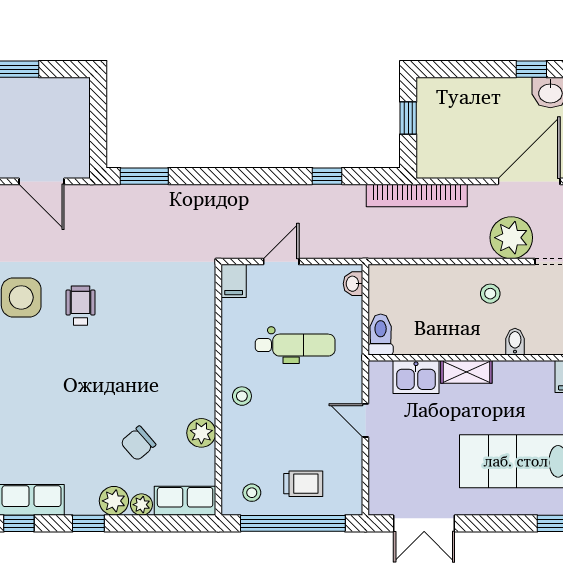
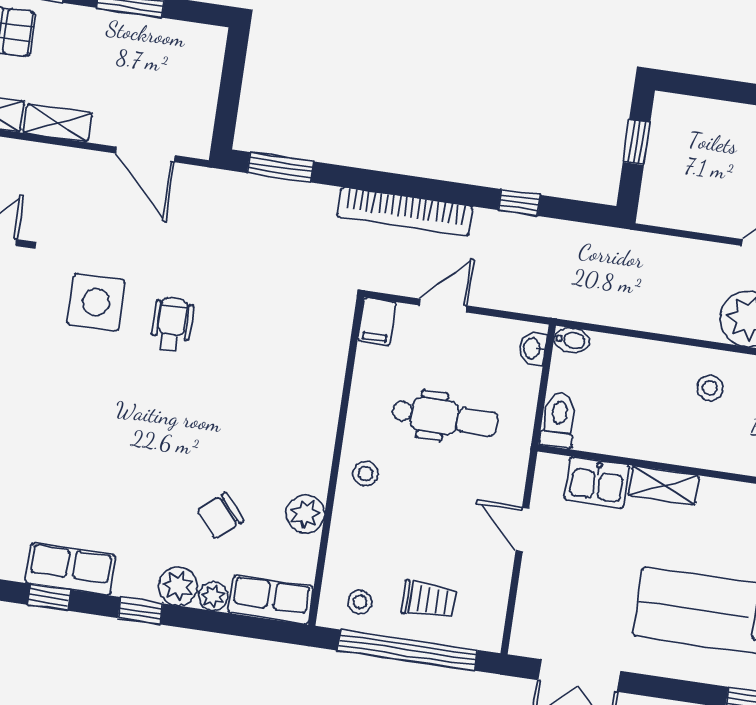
bookcase: (417, 196) -> (405, 212), moved
bidet: (515, 342) -> (572, 340), moved, turned 90

